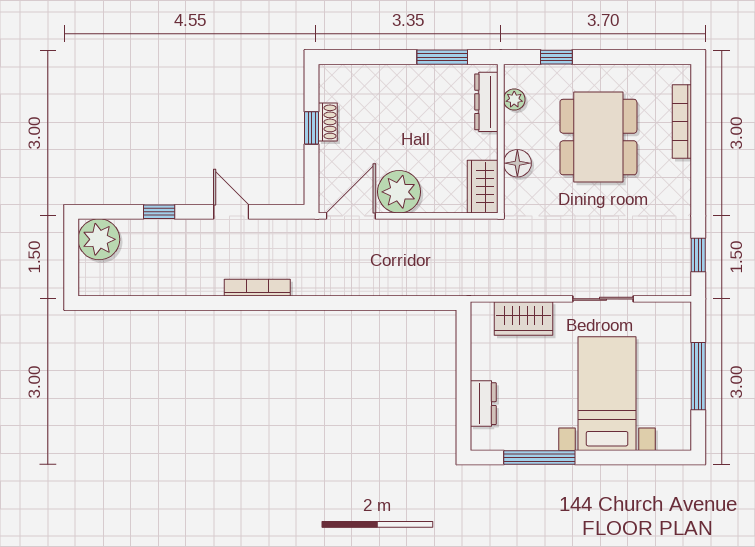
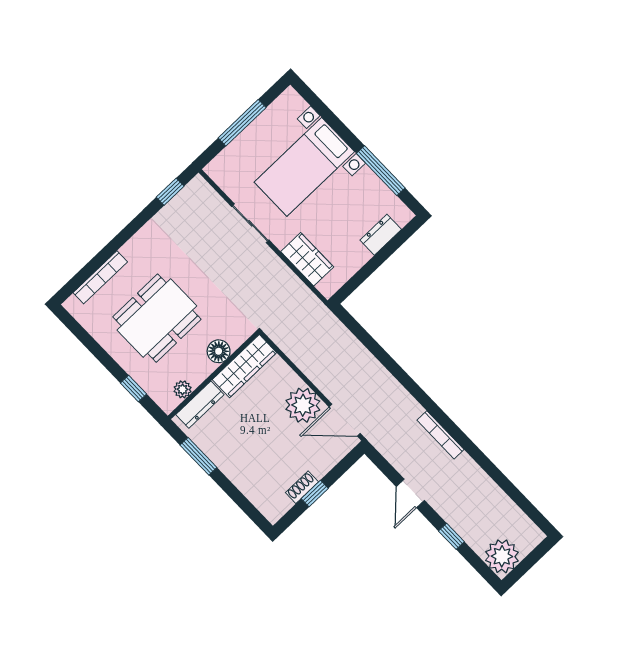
wardrobe: (483, 187) -> (244, 366), width x1.50

